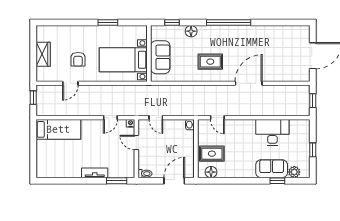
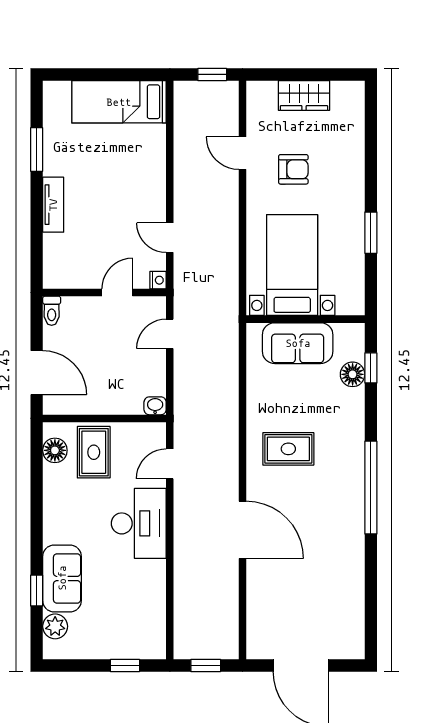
floor lamp: (191, 31) -> (353, 374), moved
armchair: (78, 59) -> (293, 169), turned 180
rug: (210, 62) -> (288, 449), turned 90
bed: (58, 129) -> (119, 102), moved, turned 90
desk: (272, 132) -> (139, 523), moved
window: (313, 150) -> (125, 666), moved
window: (117, 181) -> (37, 150), moved

